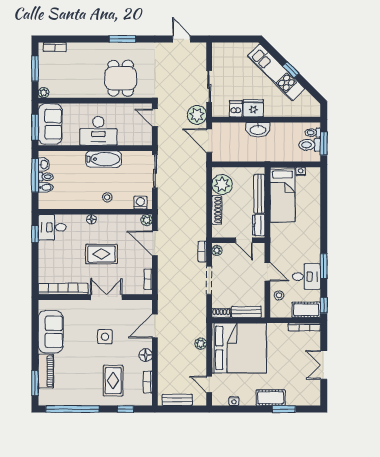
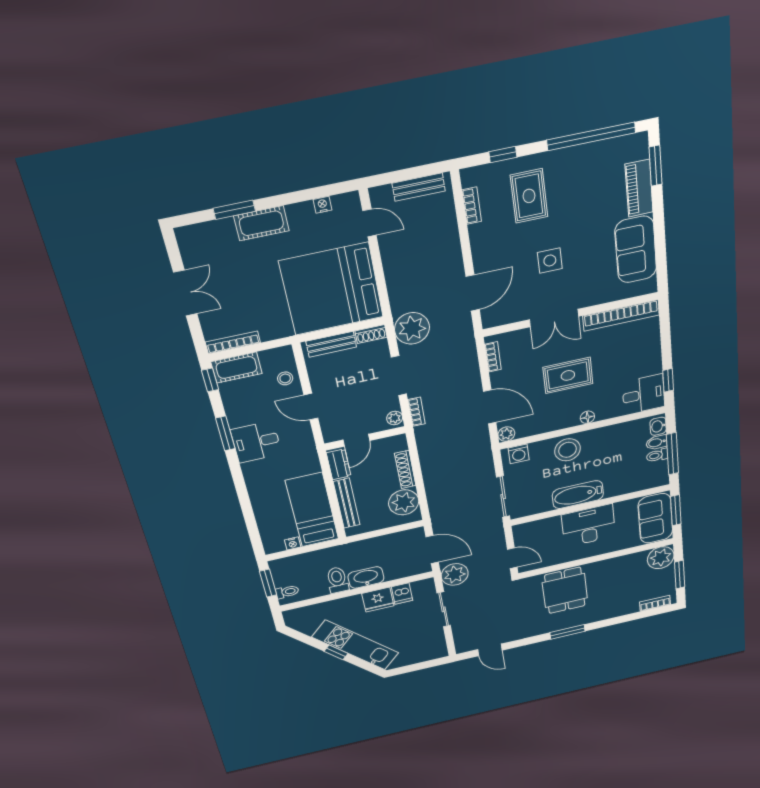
plant: (44, 93) -> (661, 558), width x1.87, depth x1.87
toilet: (310, 145) -> (337, 580), moved, turned -90
washbasin: (44, 164) -> (658, 426), moved
stool: (107, 197) -> (567, 450), width x1.89, depth x1.89
door: (244, 240) -> (356, 440), swing flipped
desk: (306, 277) -> (256, 442), moved
plant: (201, 344) -> (412, 328), moved, width x1.87, depth x1.87
floor lamp: (146, 355) -> (481, 247), removed

